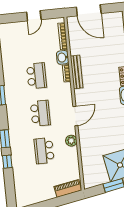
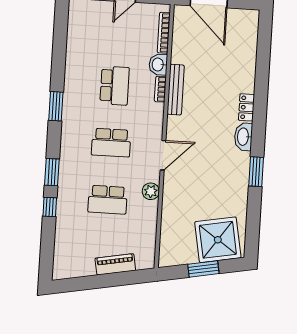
school desk: (40, 113) -> (111, 143), turned 90
school desk: (44, 151) -> (108, 200), turned -90
piano: (68, 188) -> (115, 264), moved

